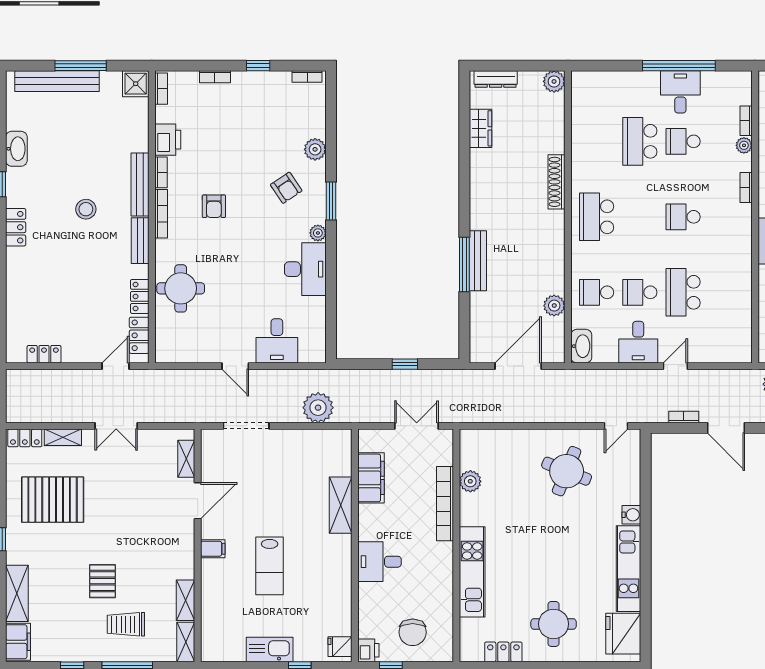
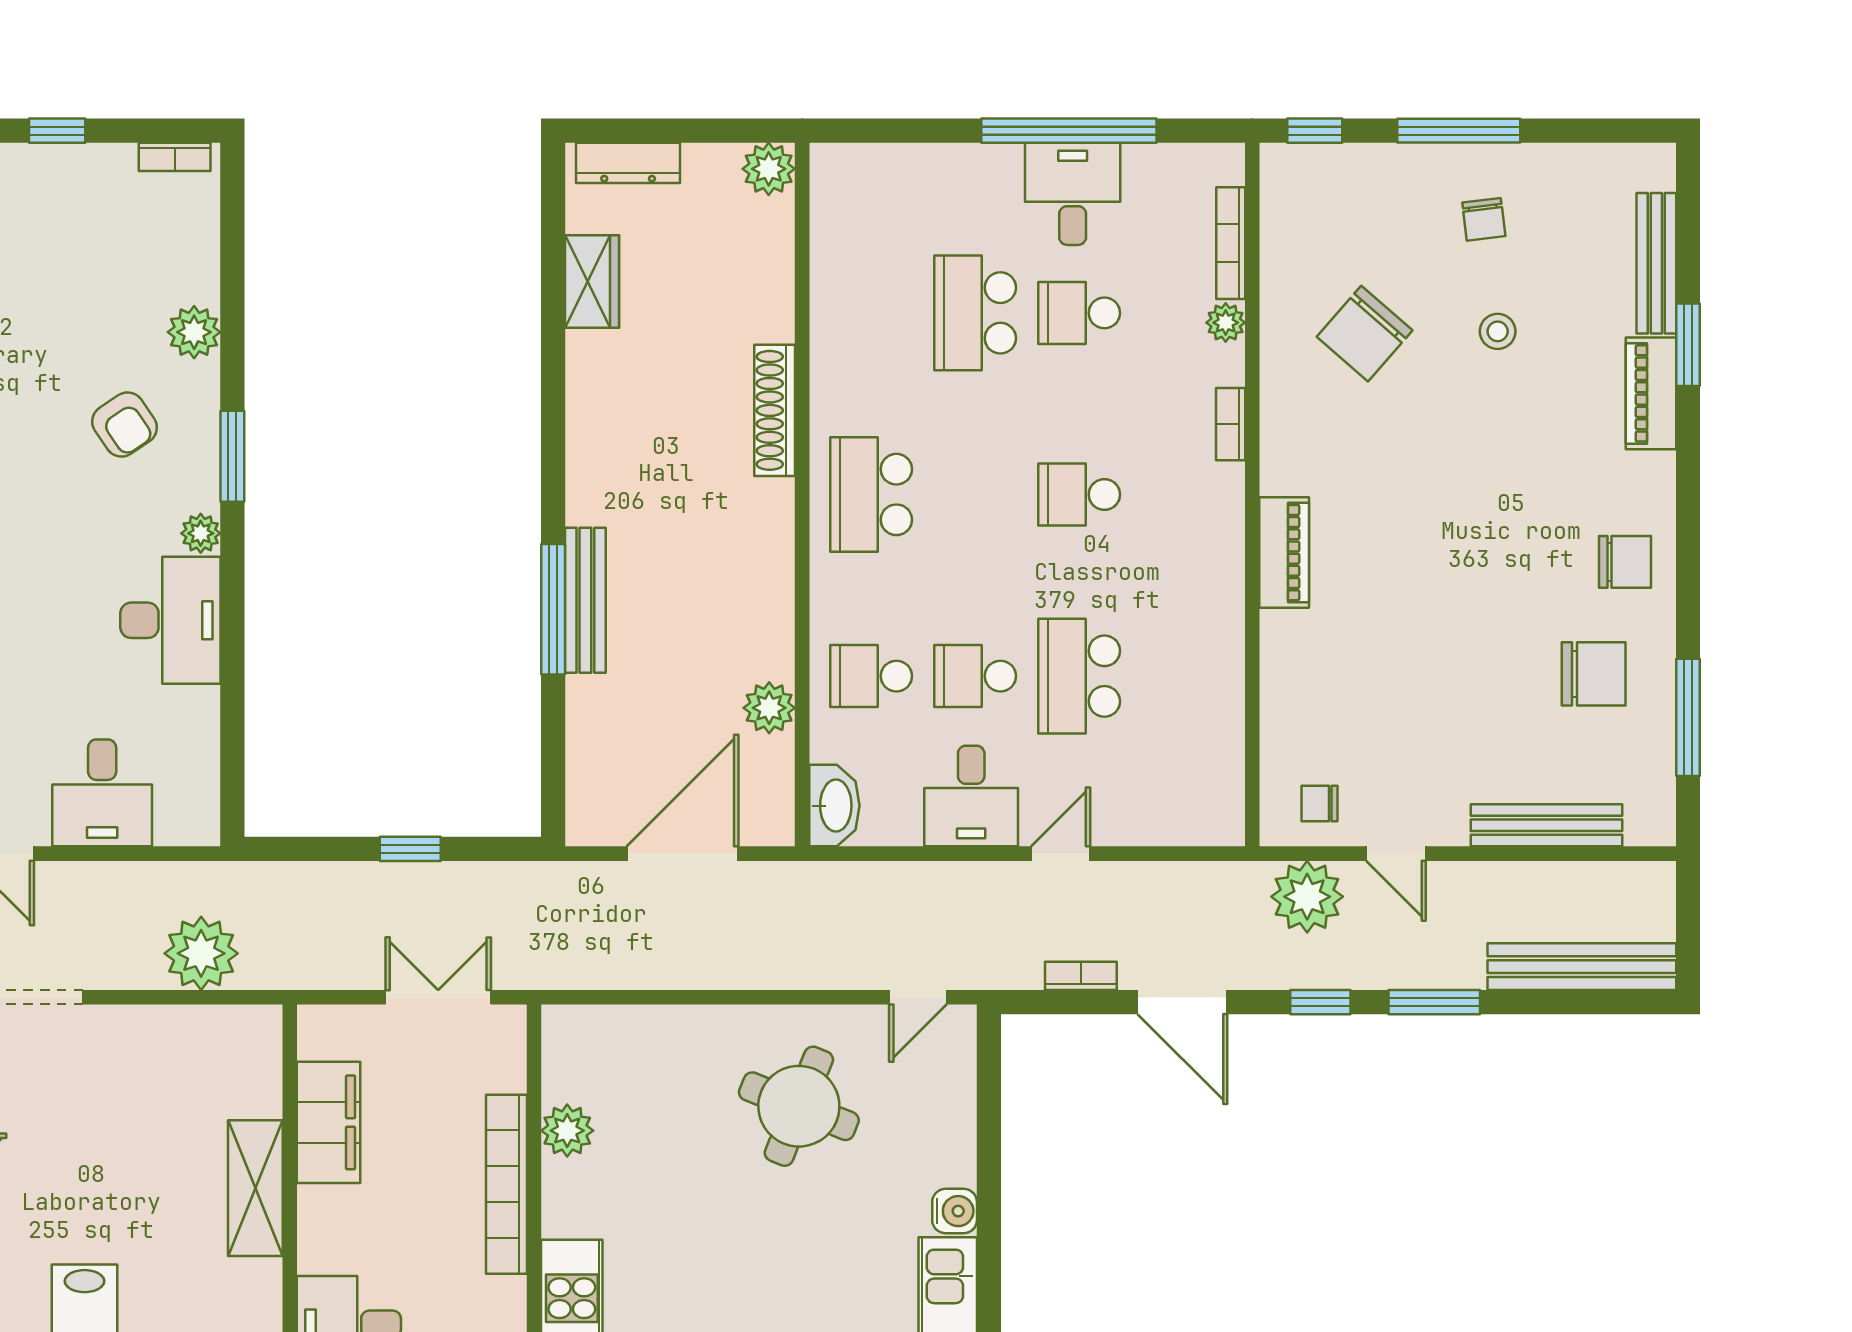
bookcase: (746, 121) -> (1231, 243), width x1.56

